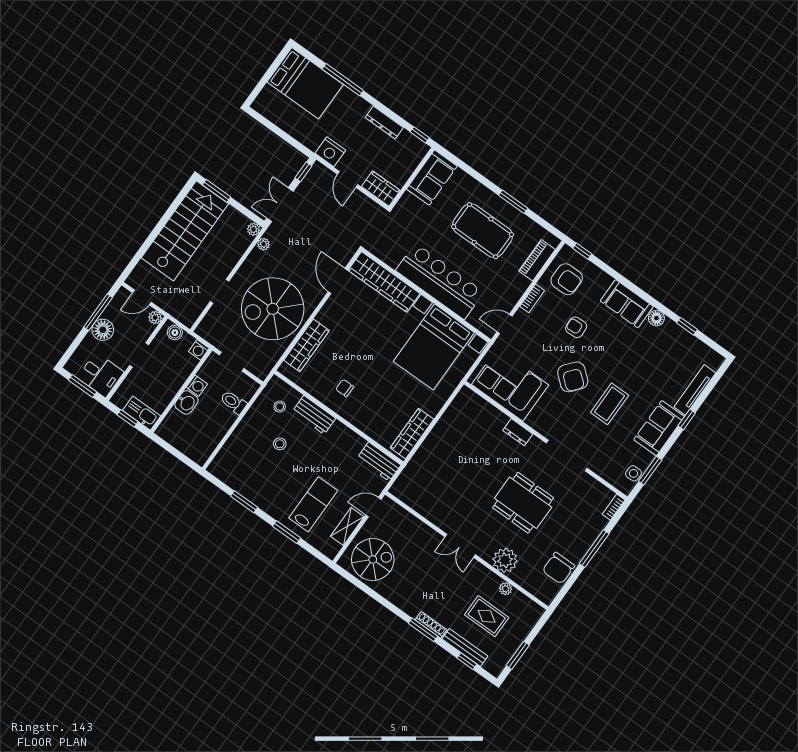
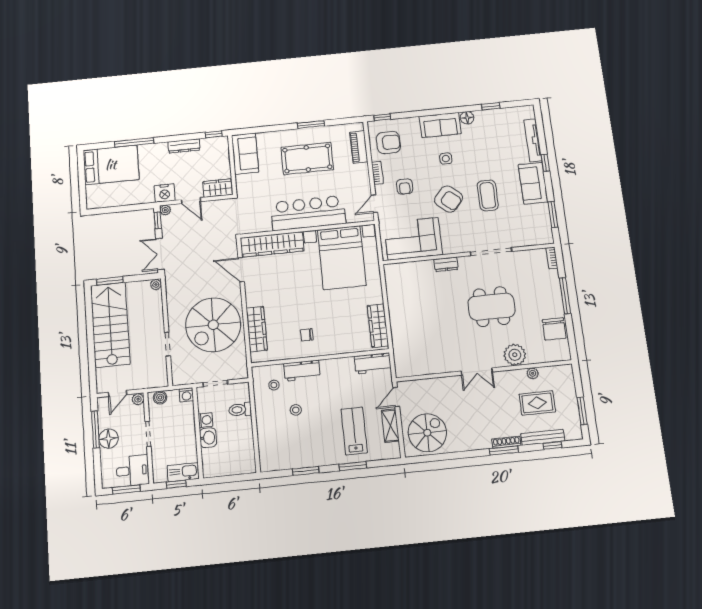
plant: (263, 244) -> (165, 210), moved
armchair: (576, 327) -> (405, 187), moved, turned -87
side table: (633, 473) -> (446, 159), moved

